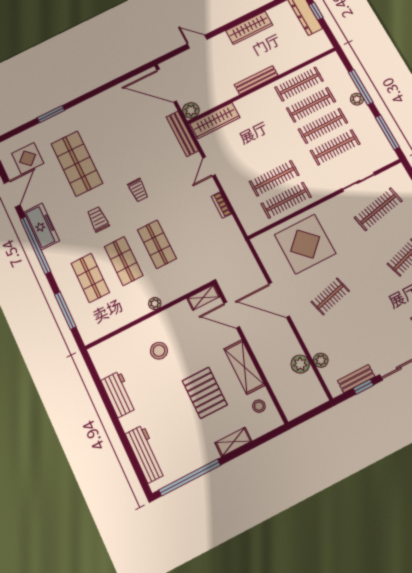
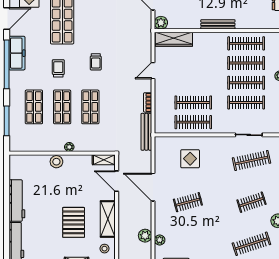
bench: (182, 134) -> (146, 132), moved
display table: (305, 244) -> (190, 159), width x0.54, depth x0.54
stool: (159, 351) -> (56, 162), moved
workbench: (119, 394) -> (17, 201), width x1.38

